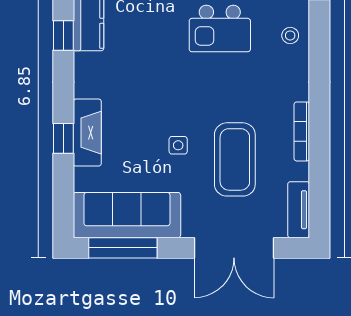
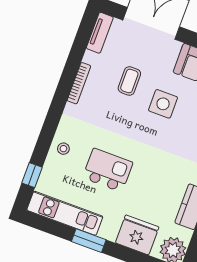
side table: (178, 145) -> (163, 104), width x1.87, depth x1.87
coffee table: (235, 159) -> (129, 81), width x0.54, depth x0.58

